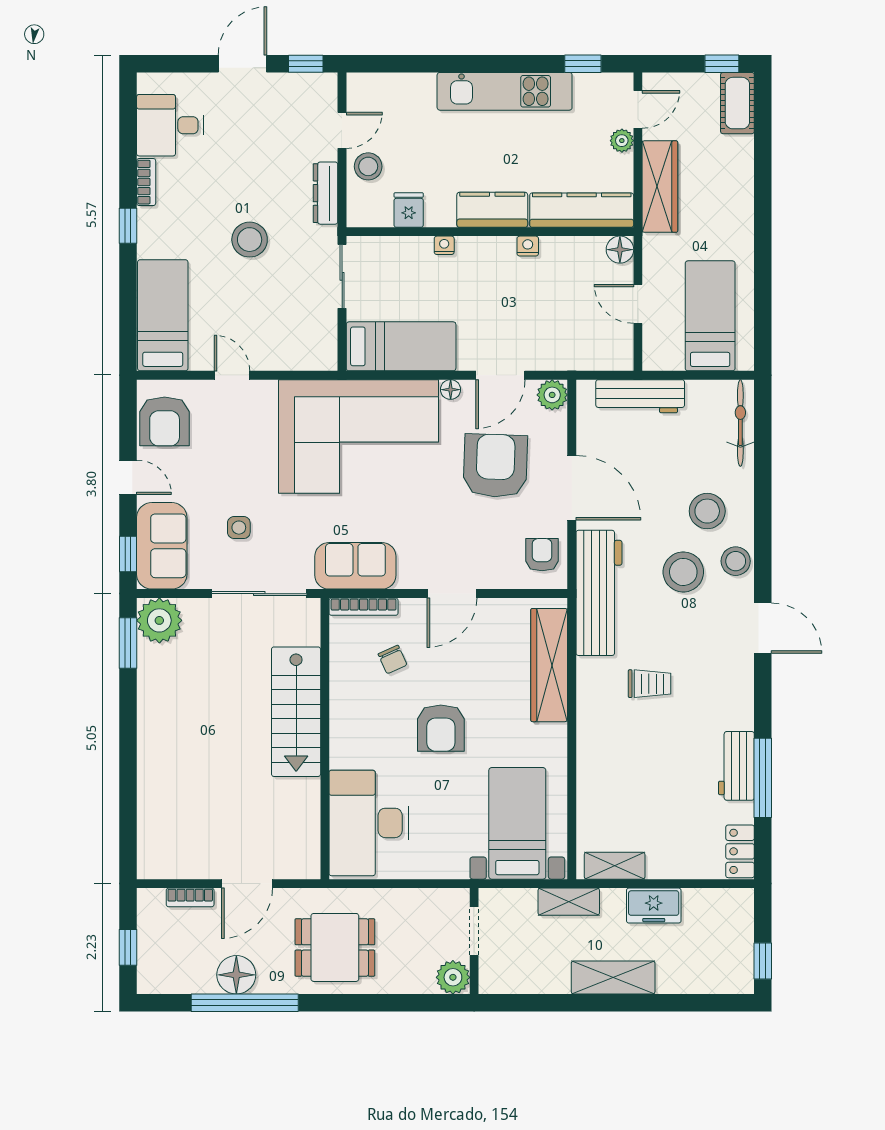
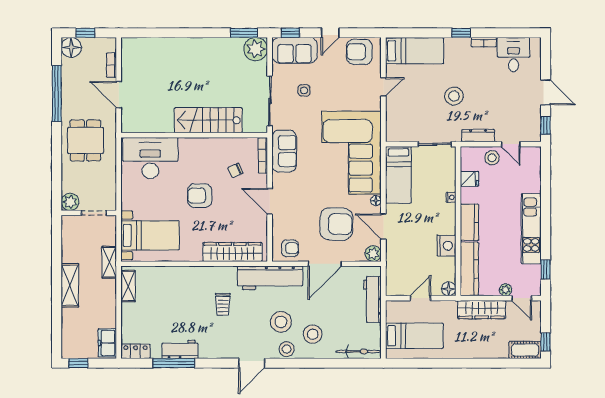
nightstand: (528, 246) -> (446, 246), width x1.89, depth x1.79
freezer: (654, 906) -> (107, 343), moved
floor lamp: (236, 975) -> (71, 47), moved

